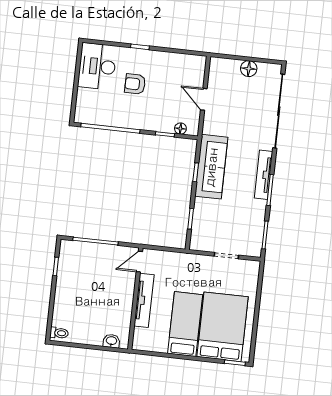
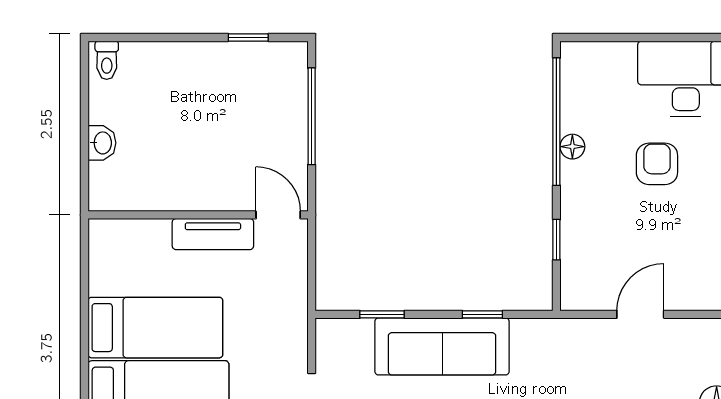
floor lamp: (180, 129) -> (572, 147), moved
sofa: (211, 167) -> (442, 346), moved
tv unit: (144, 300) -> (213, 234), width x0.71
washbasin: (111, 341) -> (102, 143), moved

